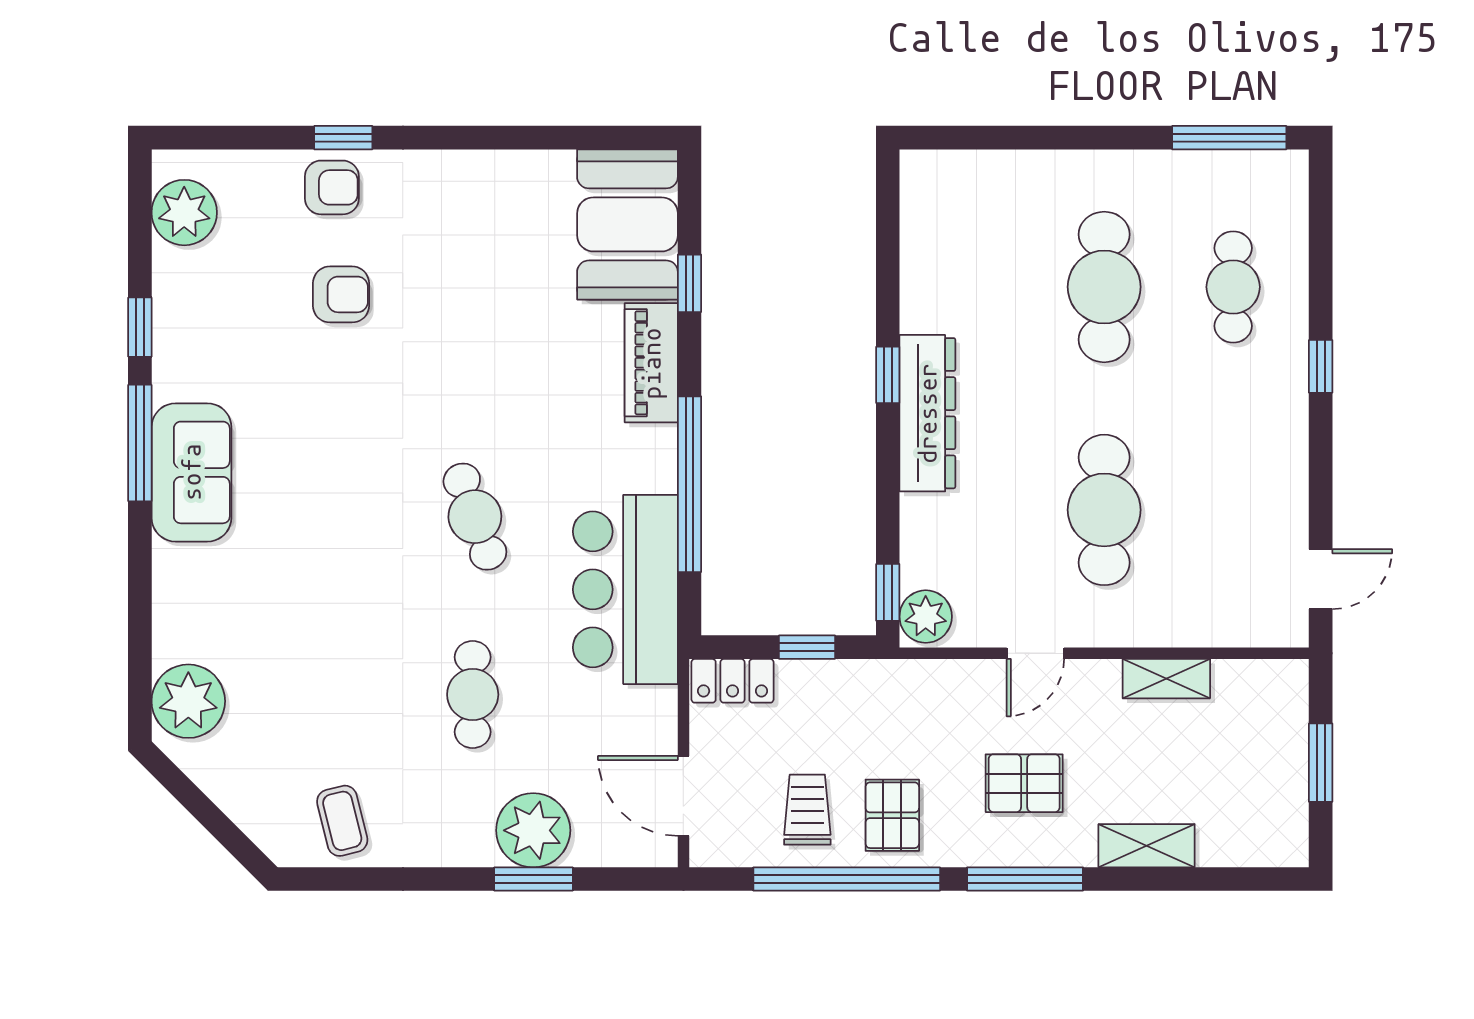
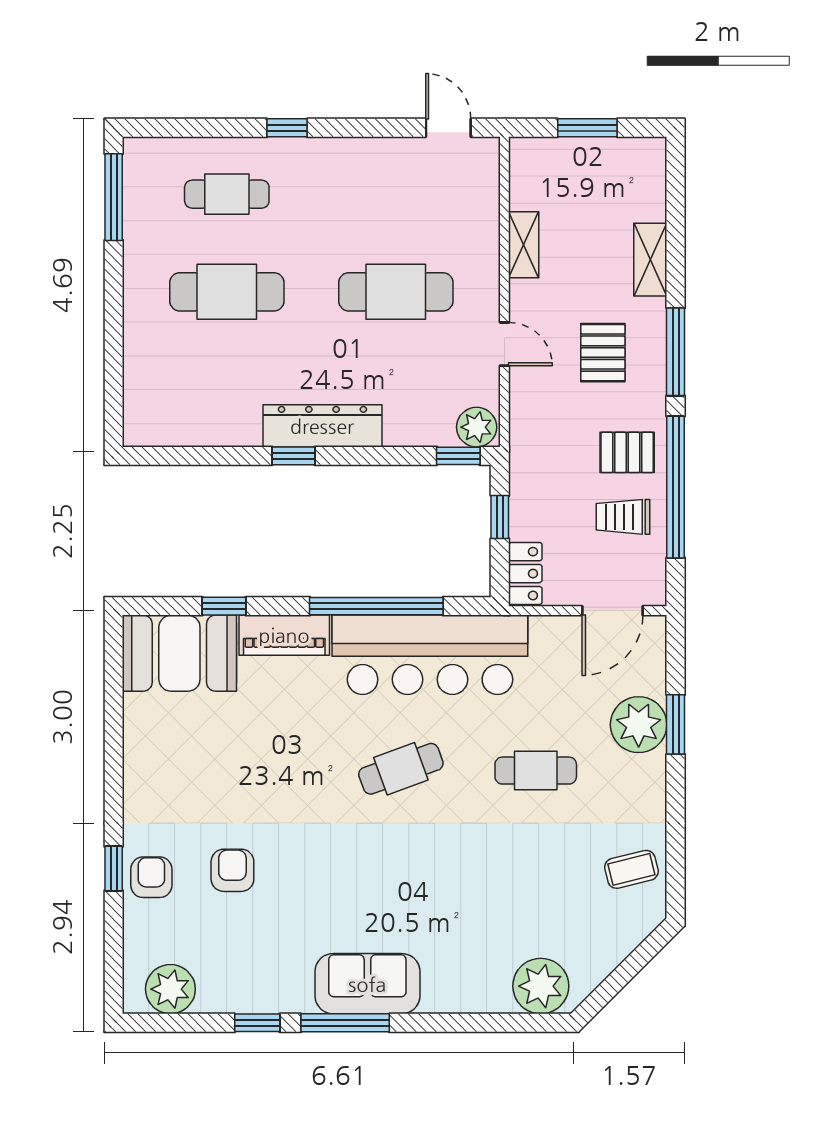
bar counter: (625, 589) -> (430, 655), width x1.36

